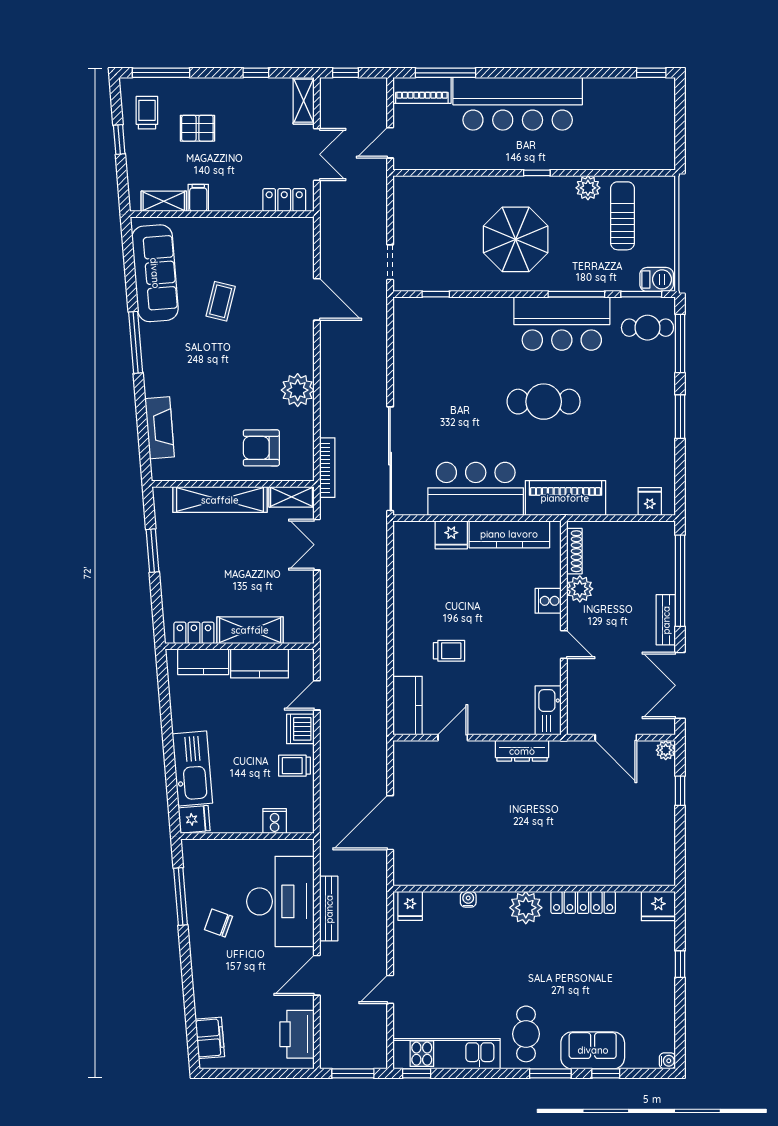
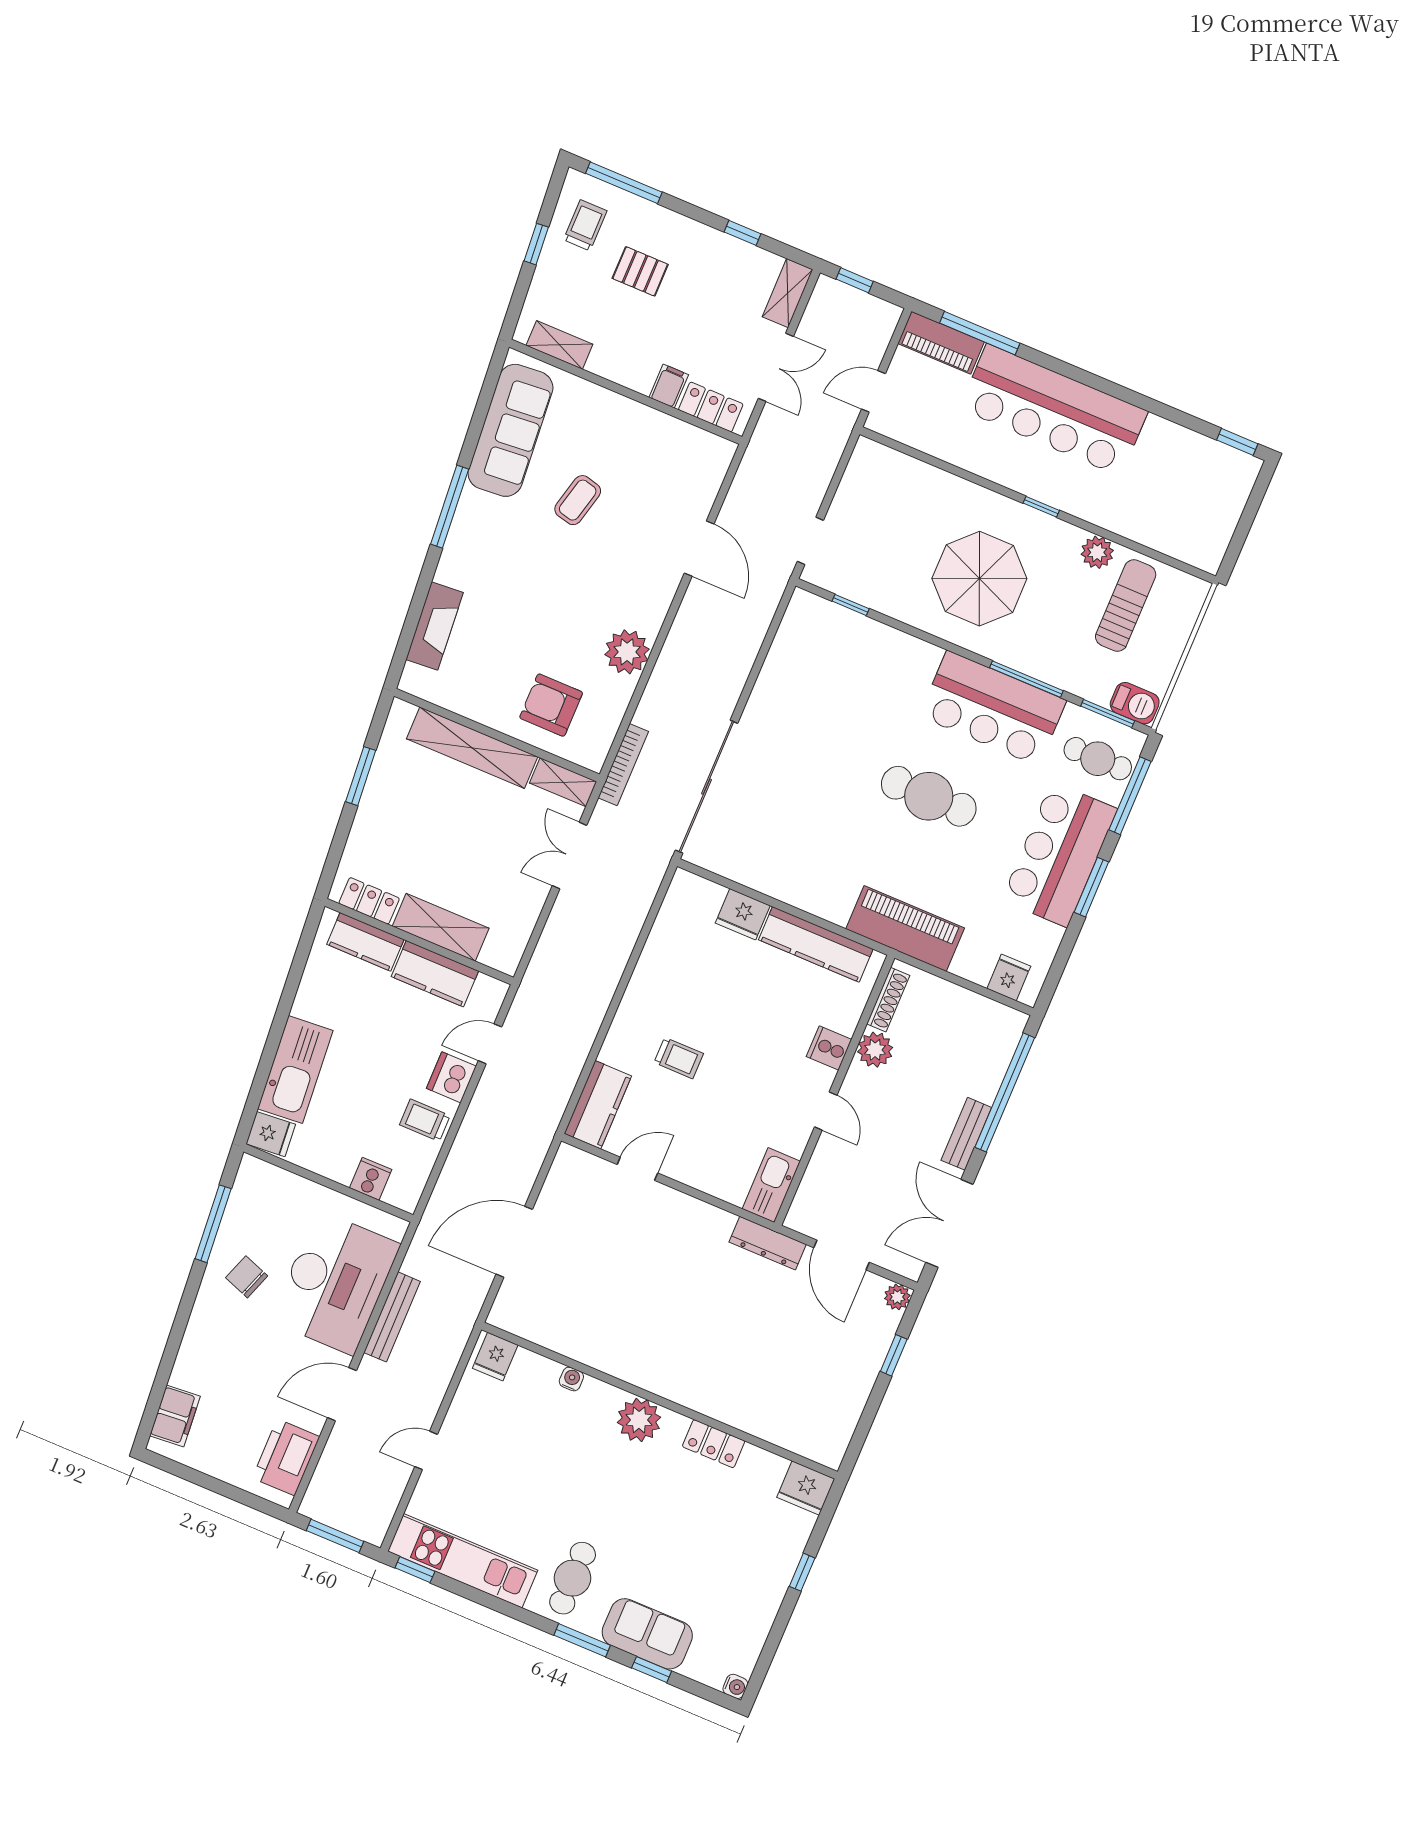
filing cabinet: (198, 198) -> (669, 386), moved
bar counter: (476, 489) -> (1059, 854), moved, turned -90
dresser: (522, 751) -> (768, 1243), moved
locker: (583, 902) -> (714, 1444), width x0.66

